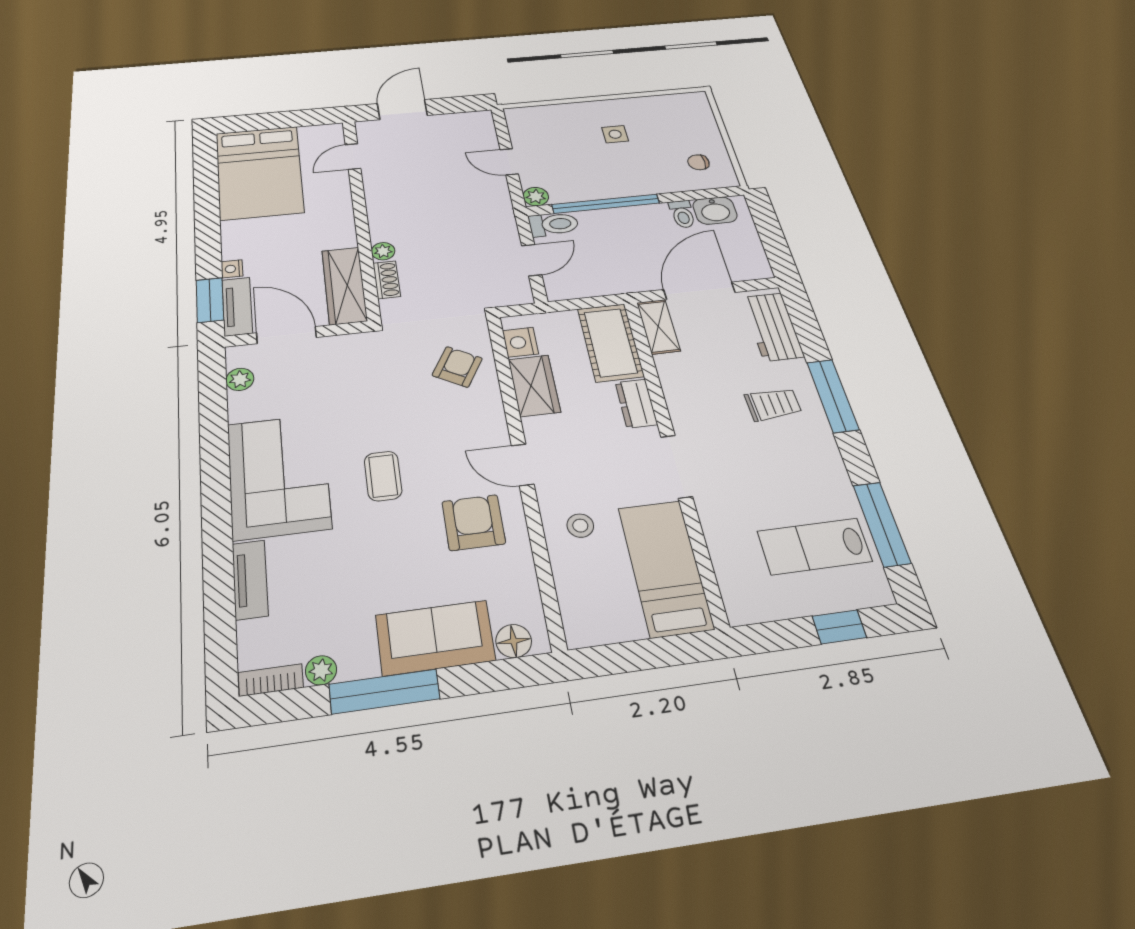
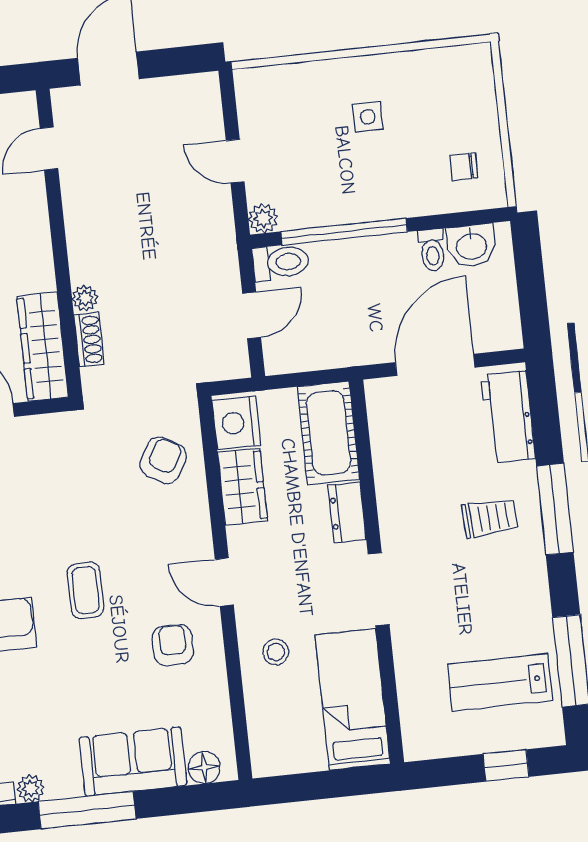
shelving: (658, 327) -> (383, 413), removed
nightstand: (520, 342) -> (236, 423), width x1.36, depth x1.33
armchair: (474, 522) -> (173, 645), width x0.72, depth x0.72

